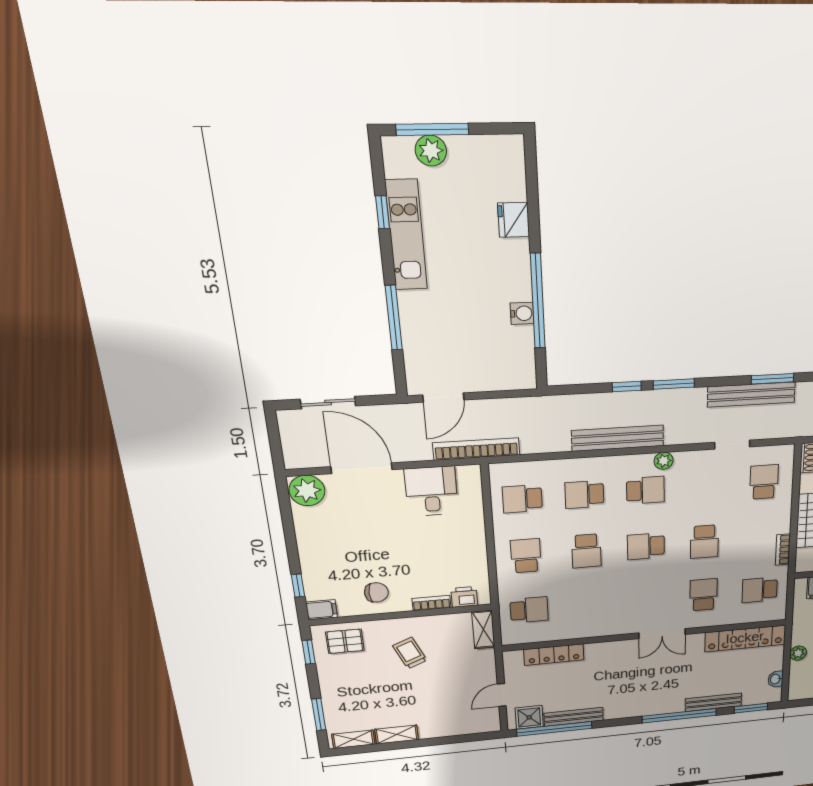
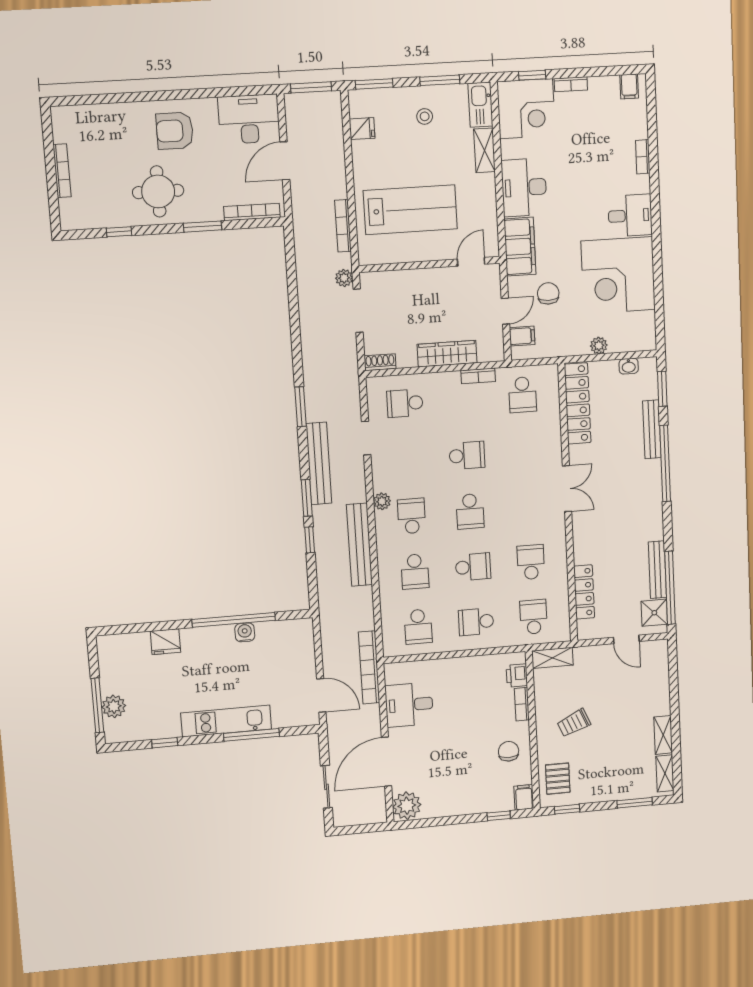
kitchen unit: (406, 235) -> (226, 721), moved
bench: (751, 395) -> (319, 463), moved
school desk: (704, 595) -> (531, 562), moved, turned 90

